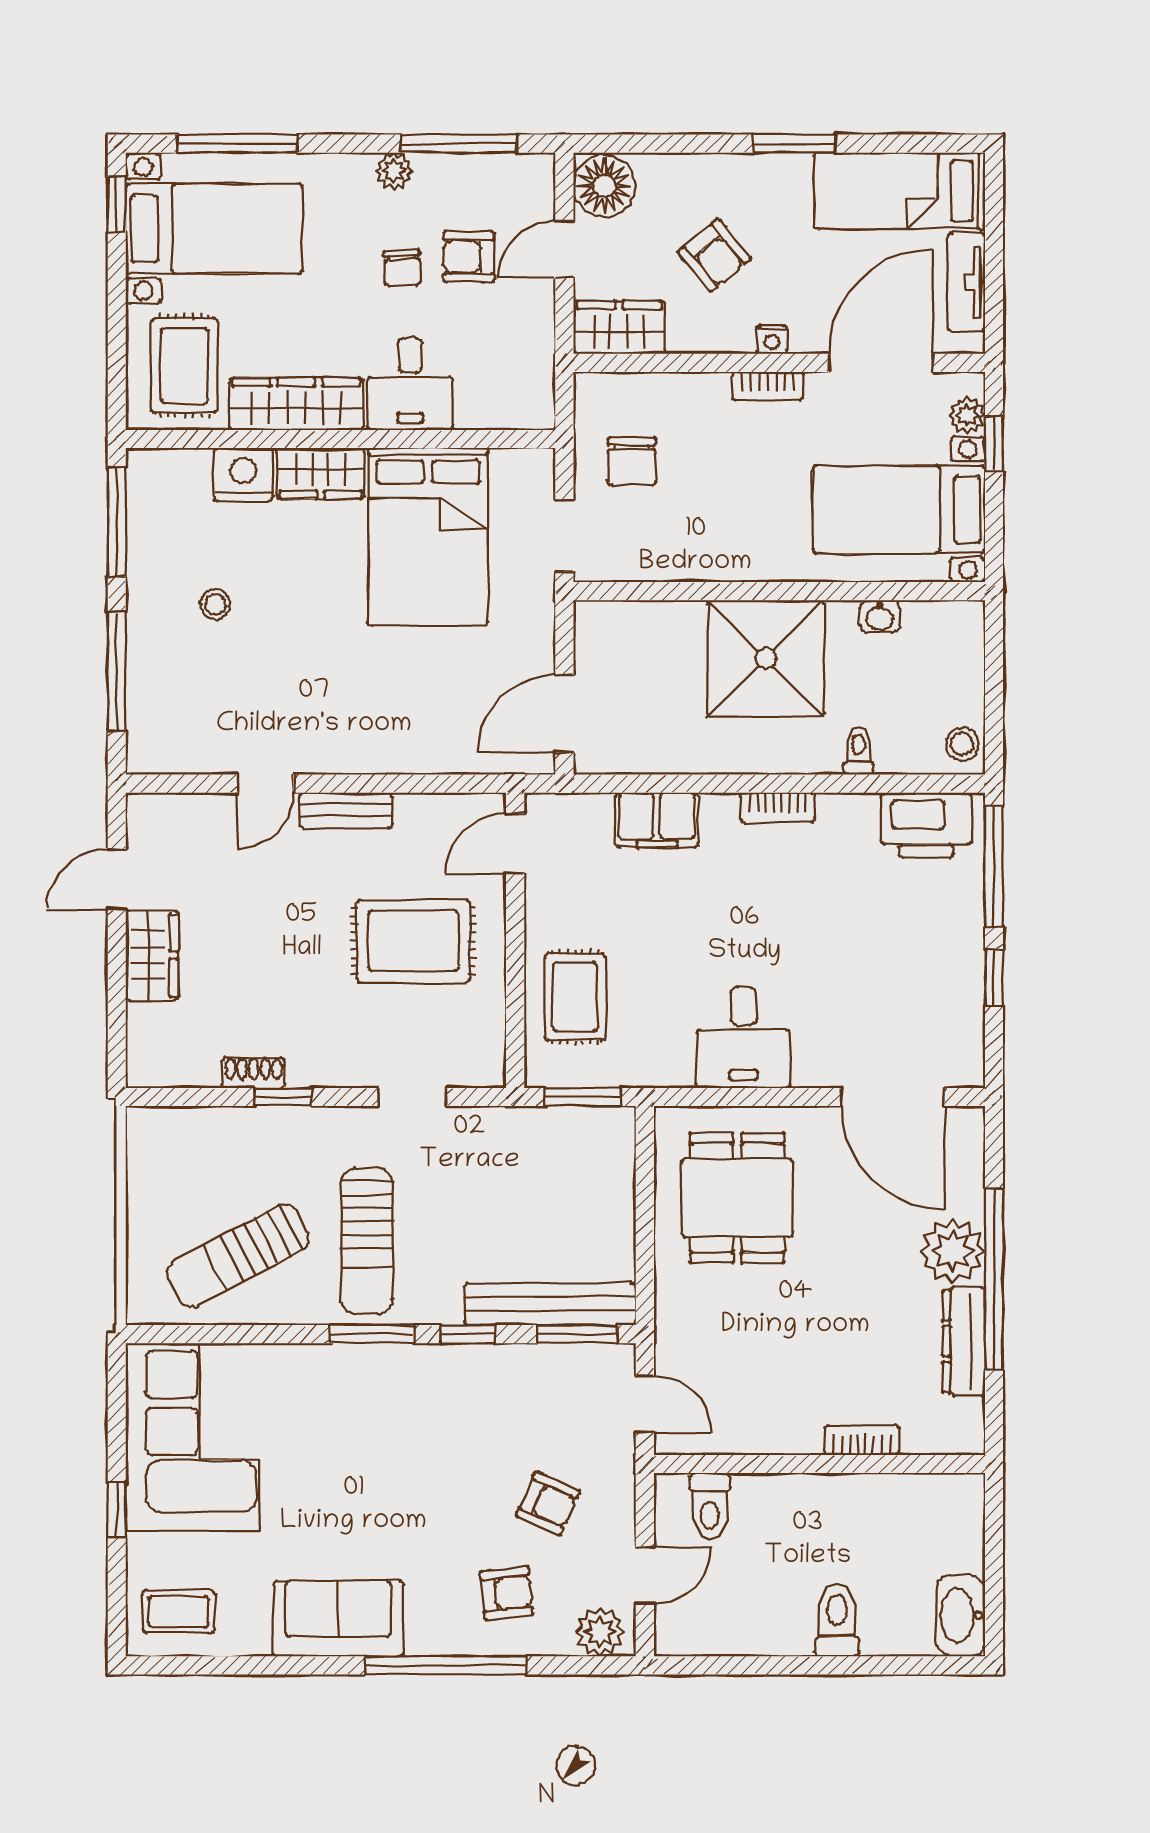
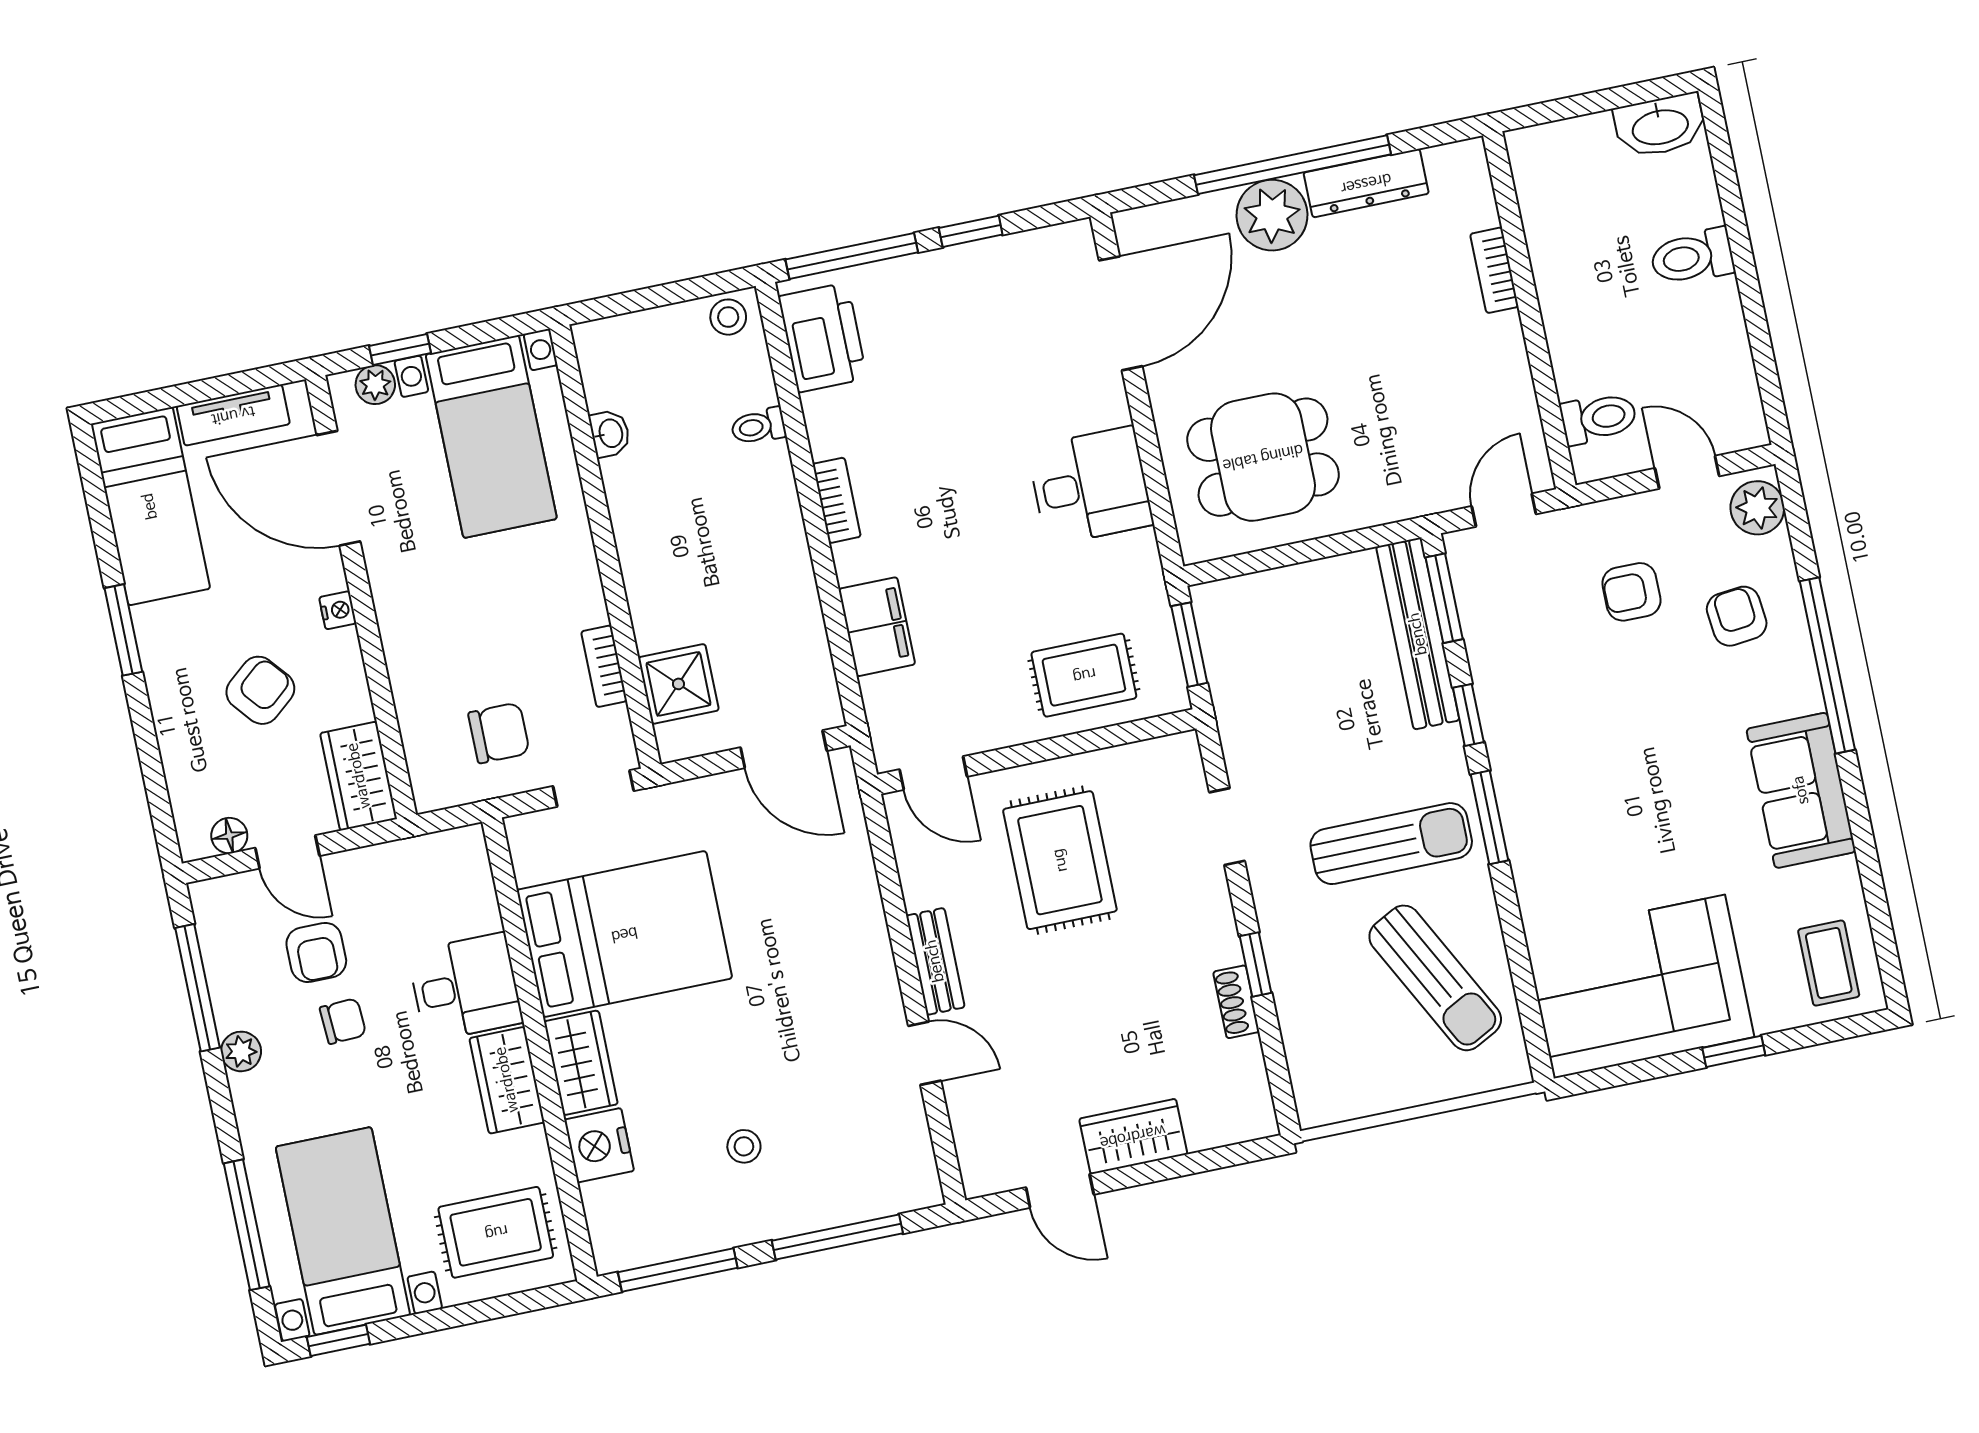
floor lamp: (604, 186) -> (229, 836), width x0.53, depth x0.53
bookcase: (768, 386) -> (604, 666), moved, turned 180
wardrobe: (296, 404) -> (507, 1080), width x0.67
shower: (766, 659) -> (678, 684), moved, width x0.54, depth x0.54
armchair: (548, 1503) -> (1631, 592), turned -114

